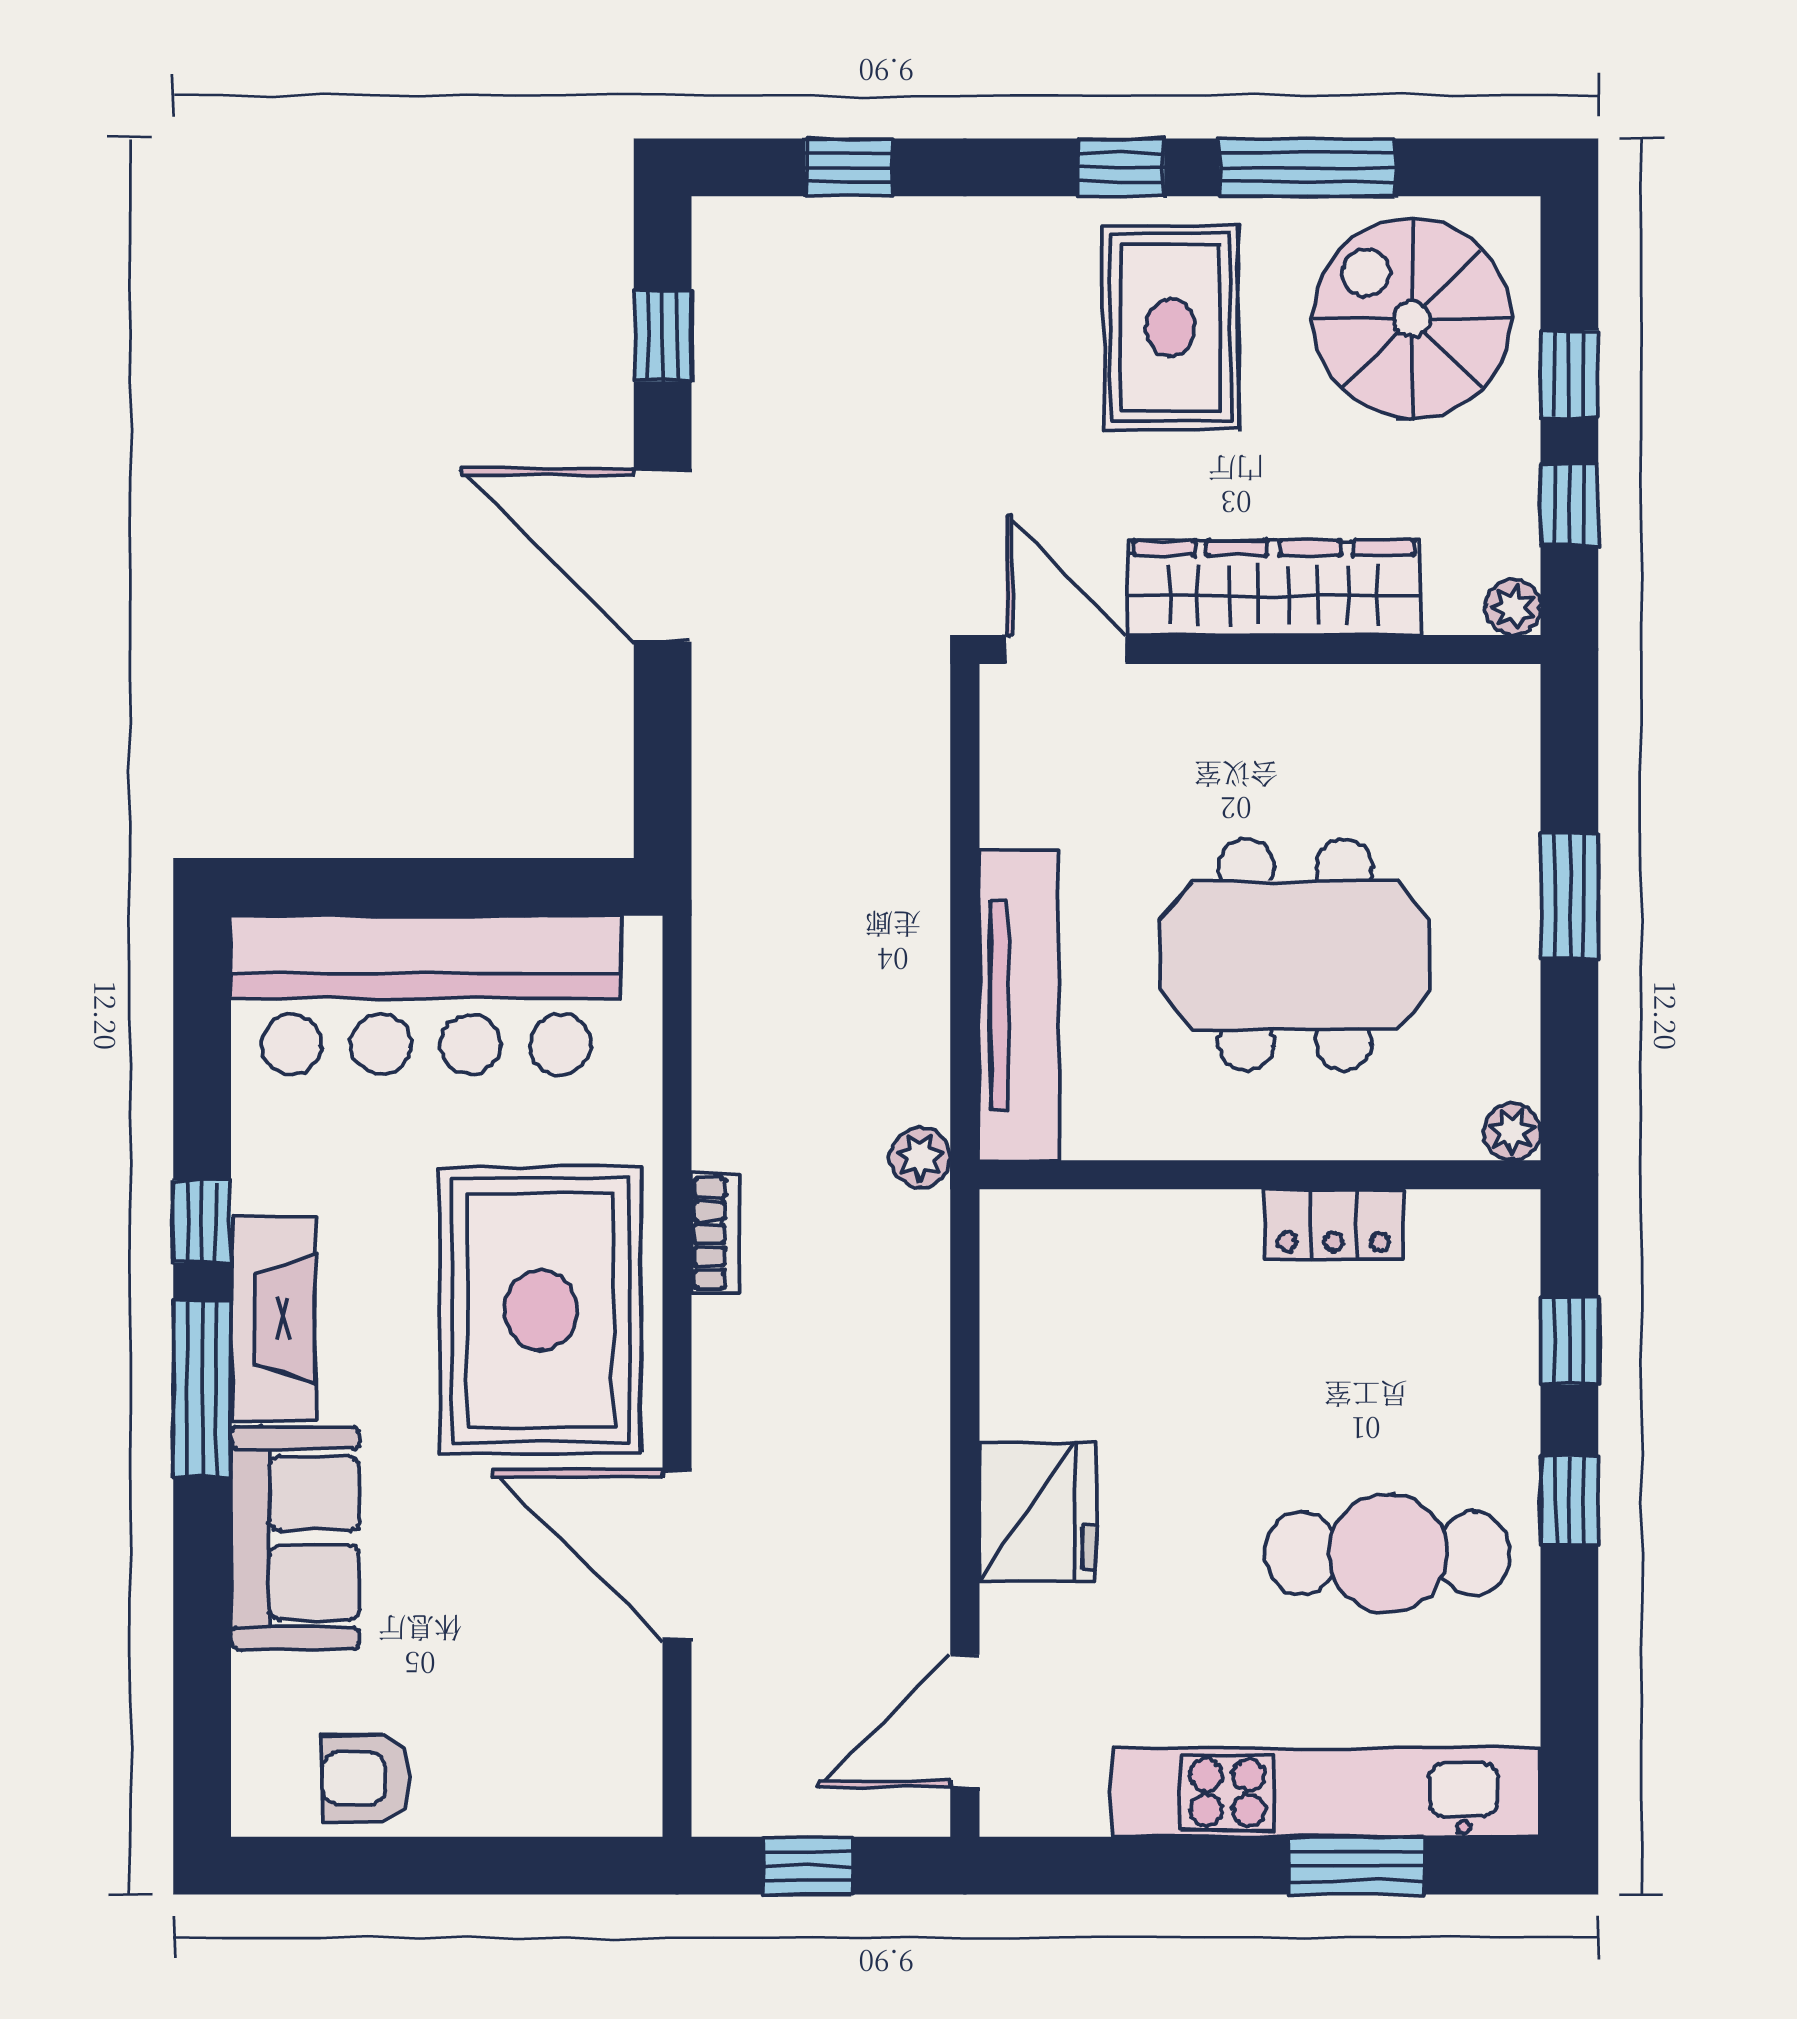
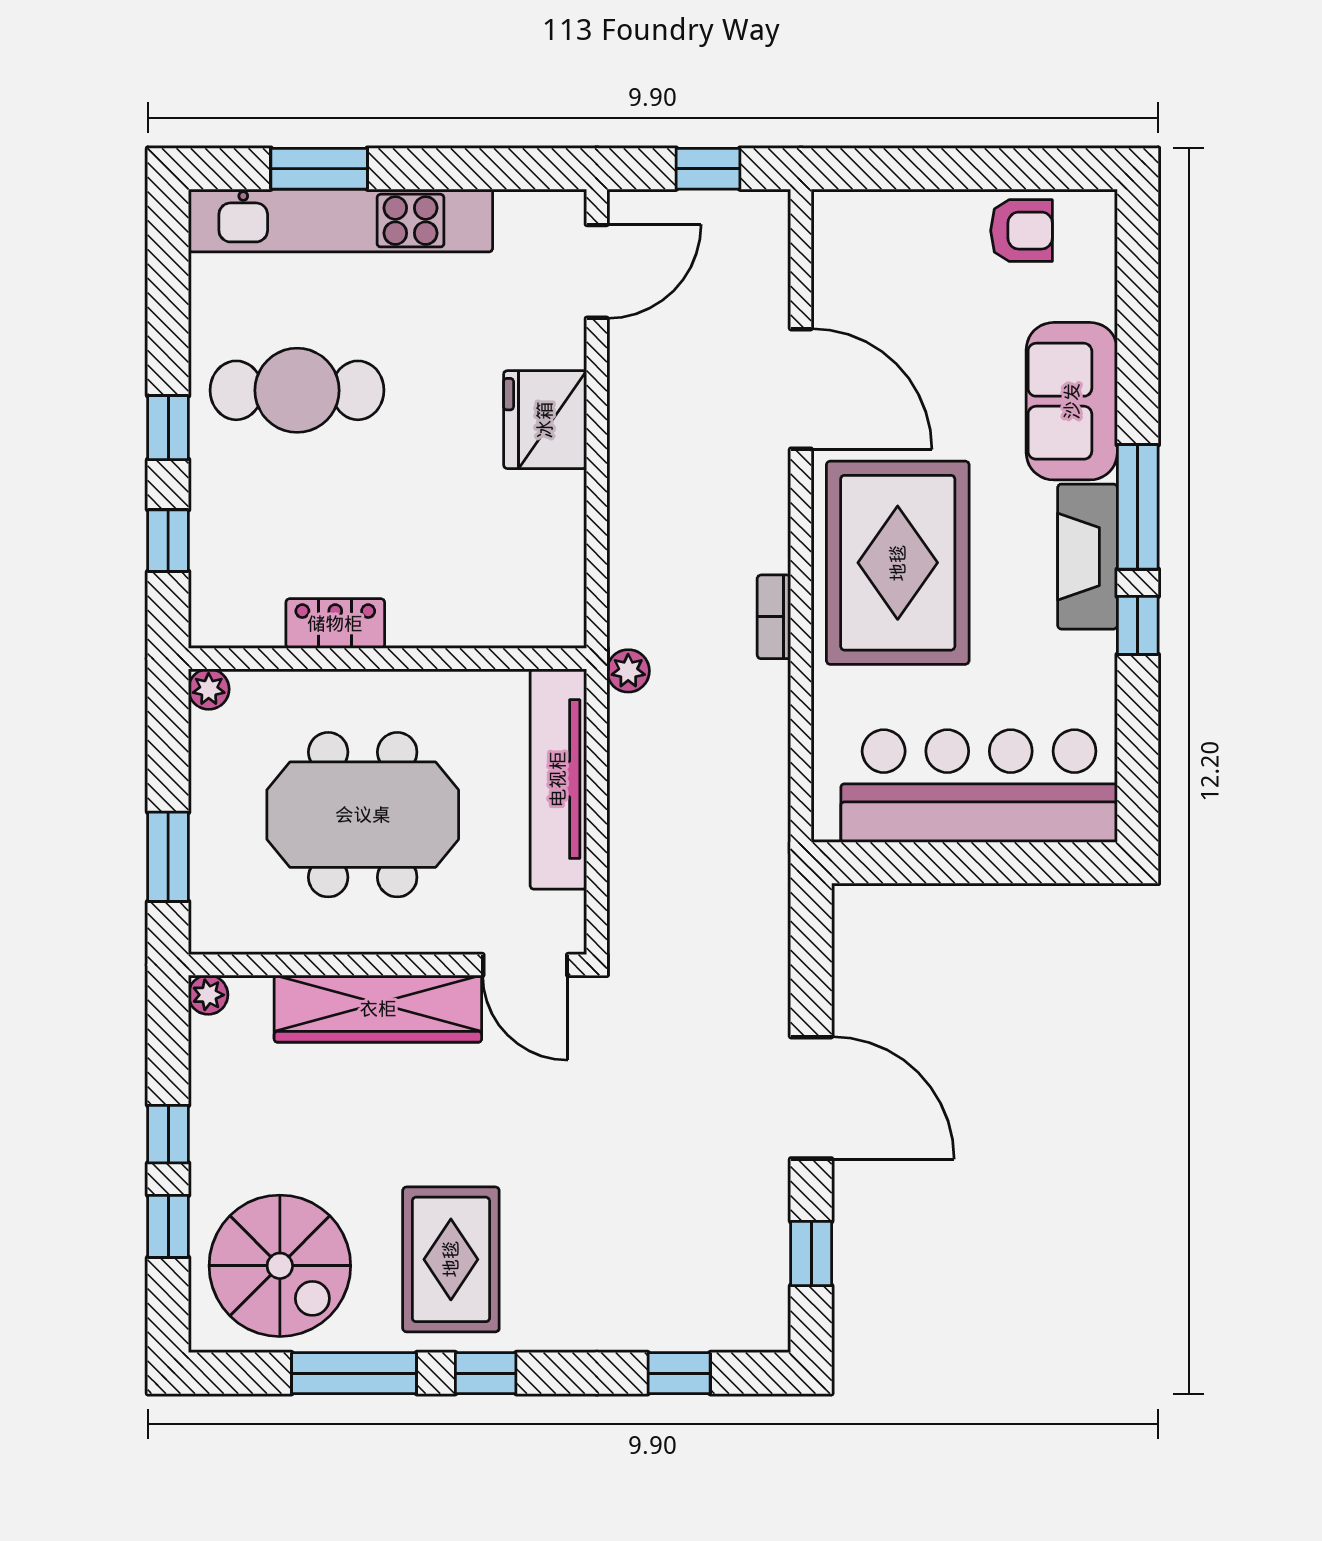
wardrobe: (1274, 588) -> (378, 1009), moved
plant: (1513, 607) -> (208, 995), moved
door: (1066, 649) -> (525, 965), moved
wall: (1260, 649) -> (387, 965), moved

